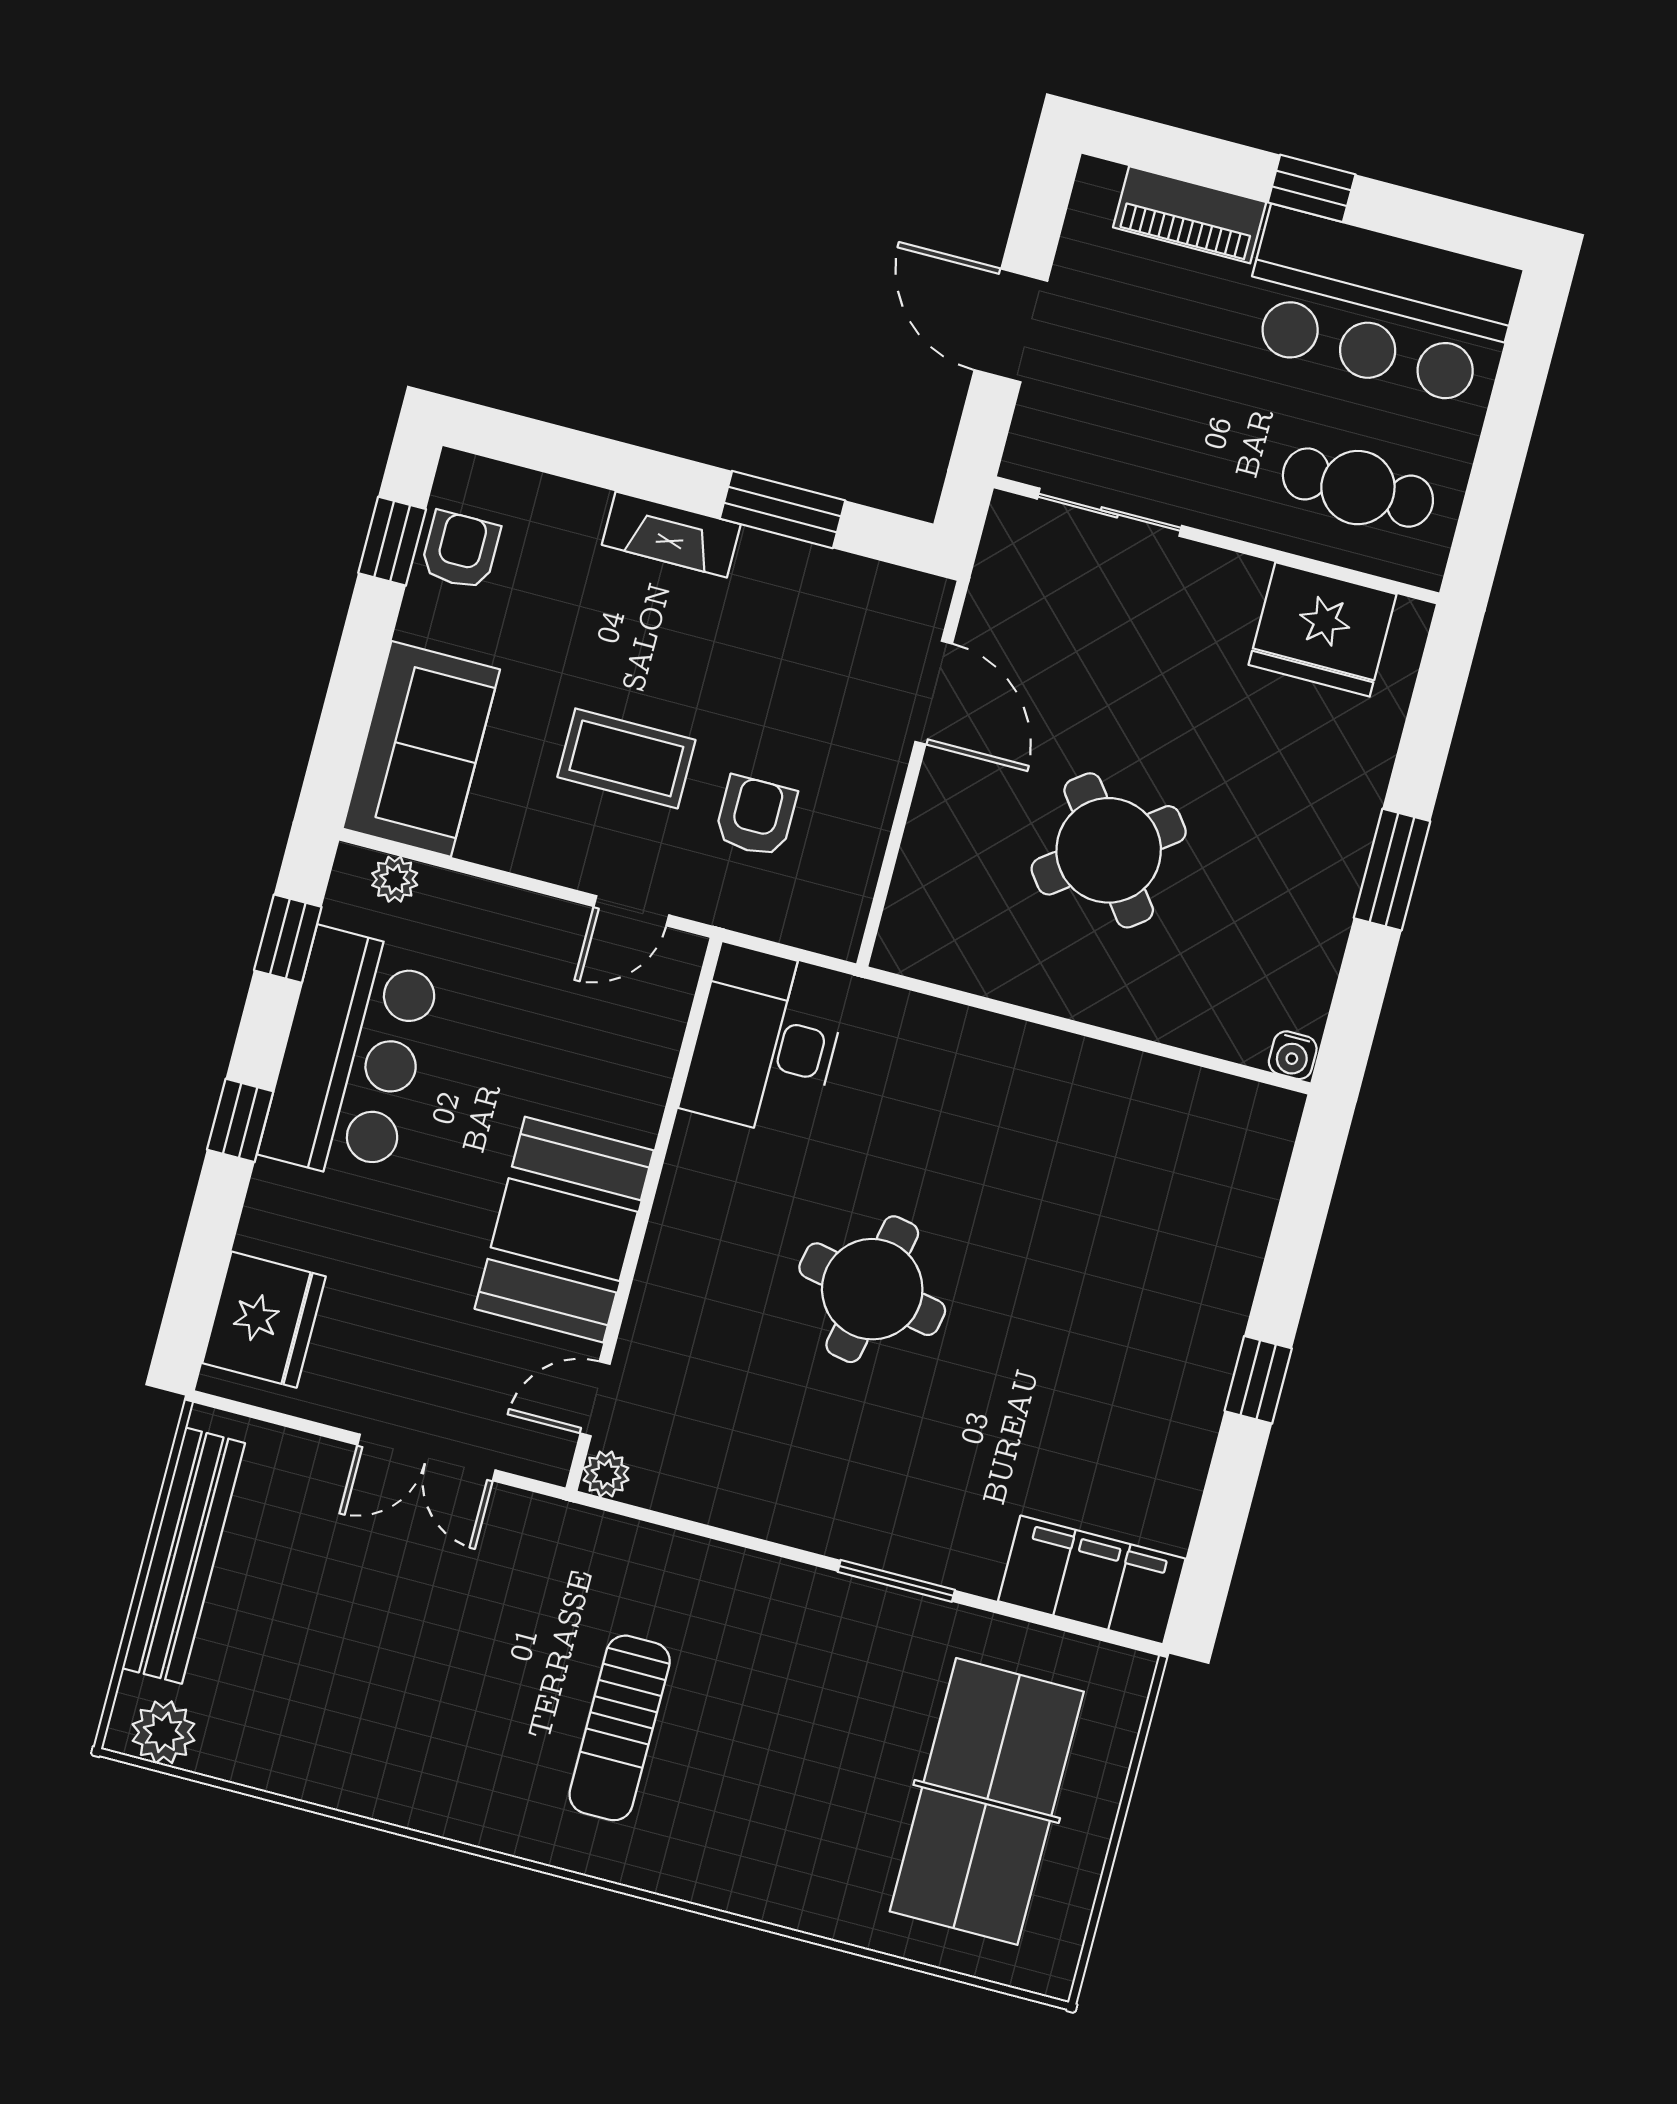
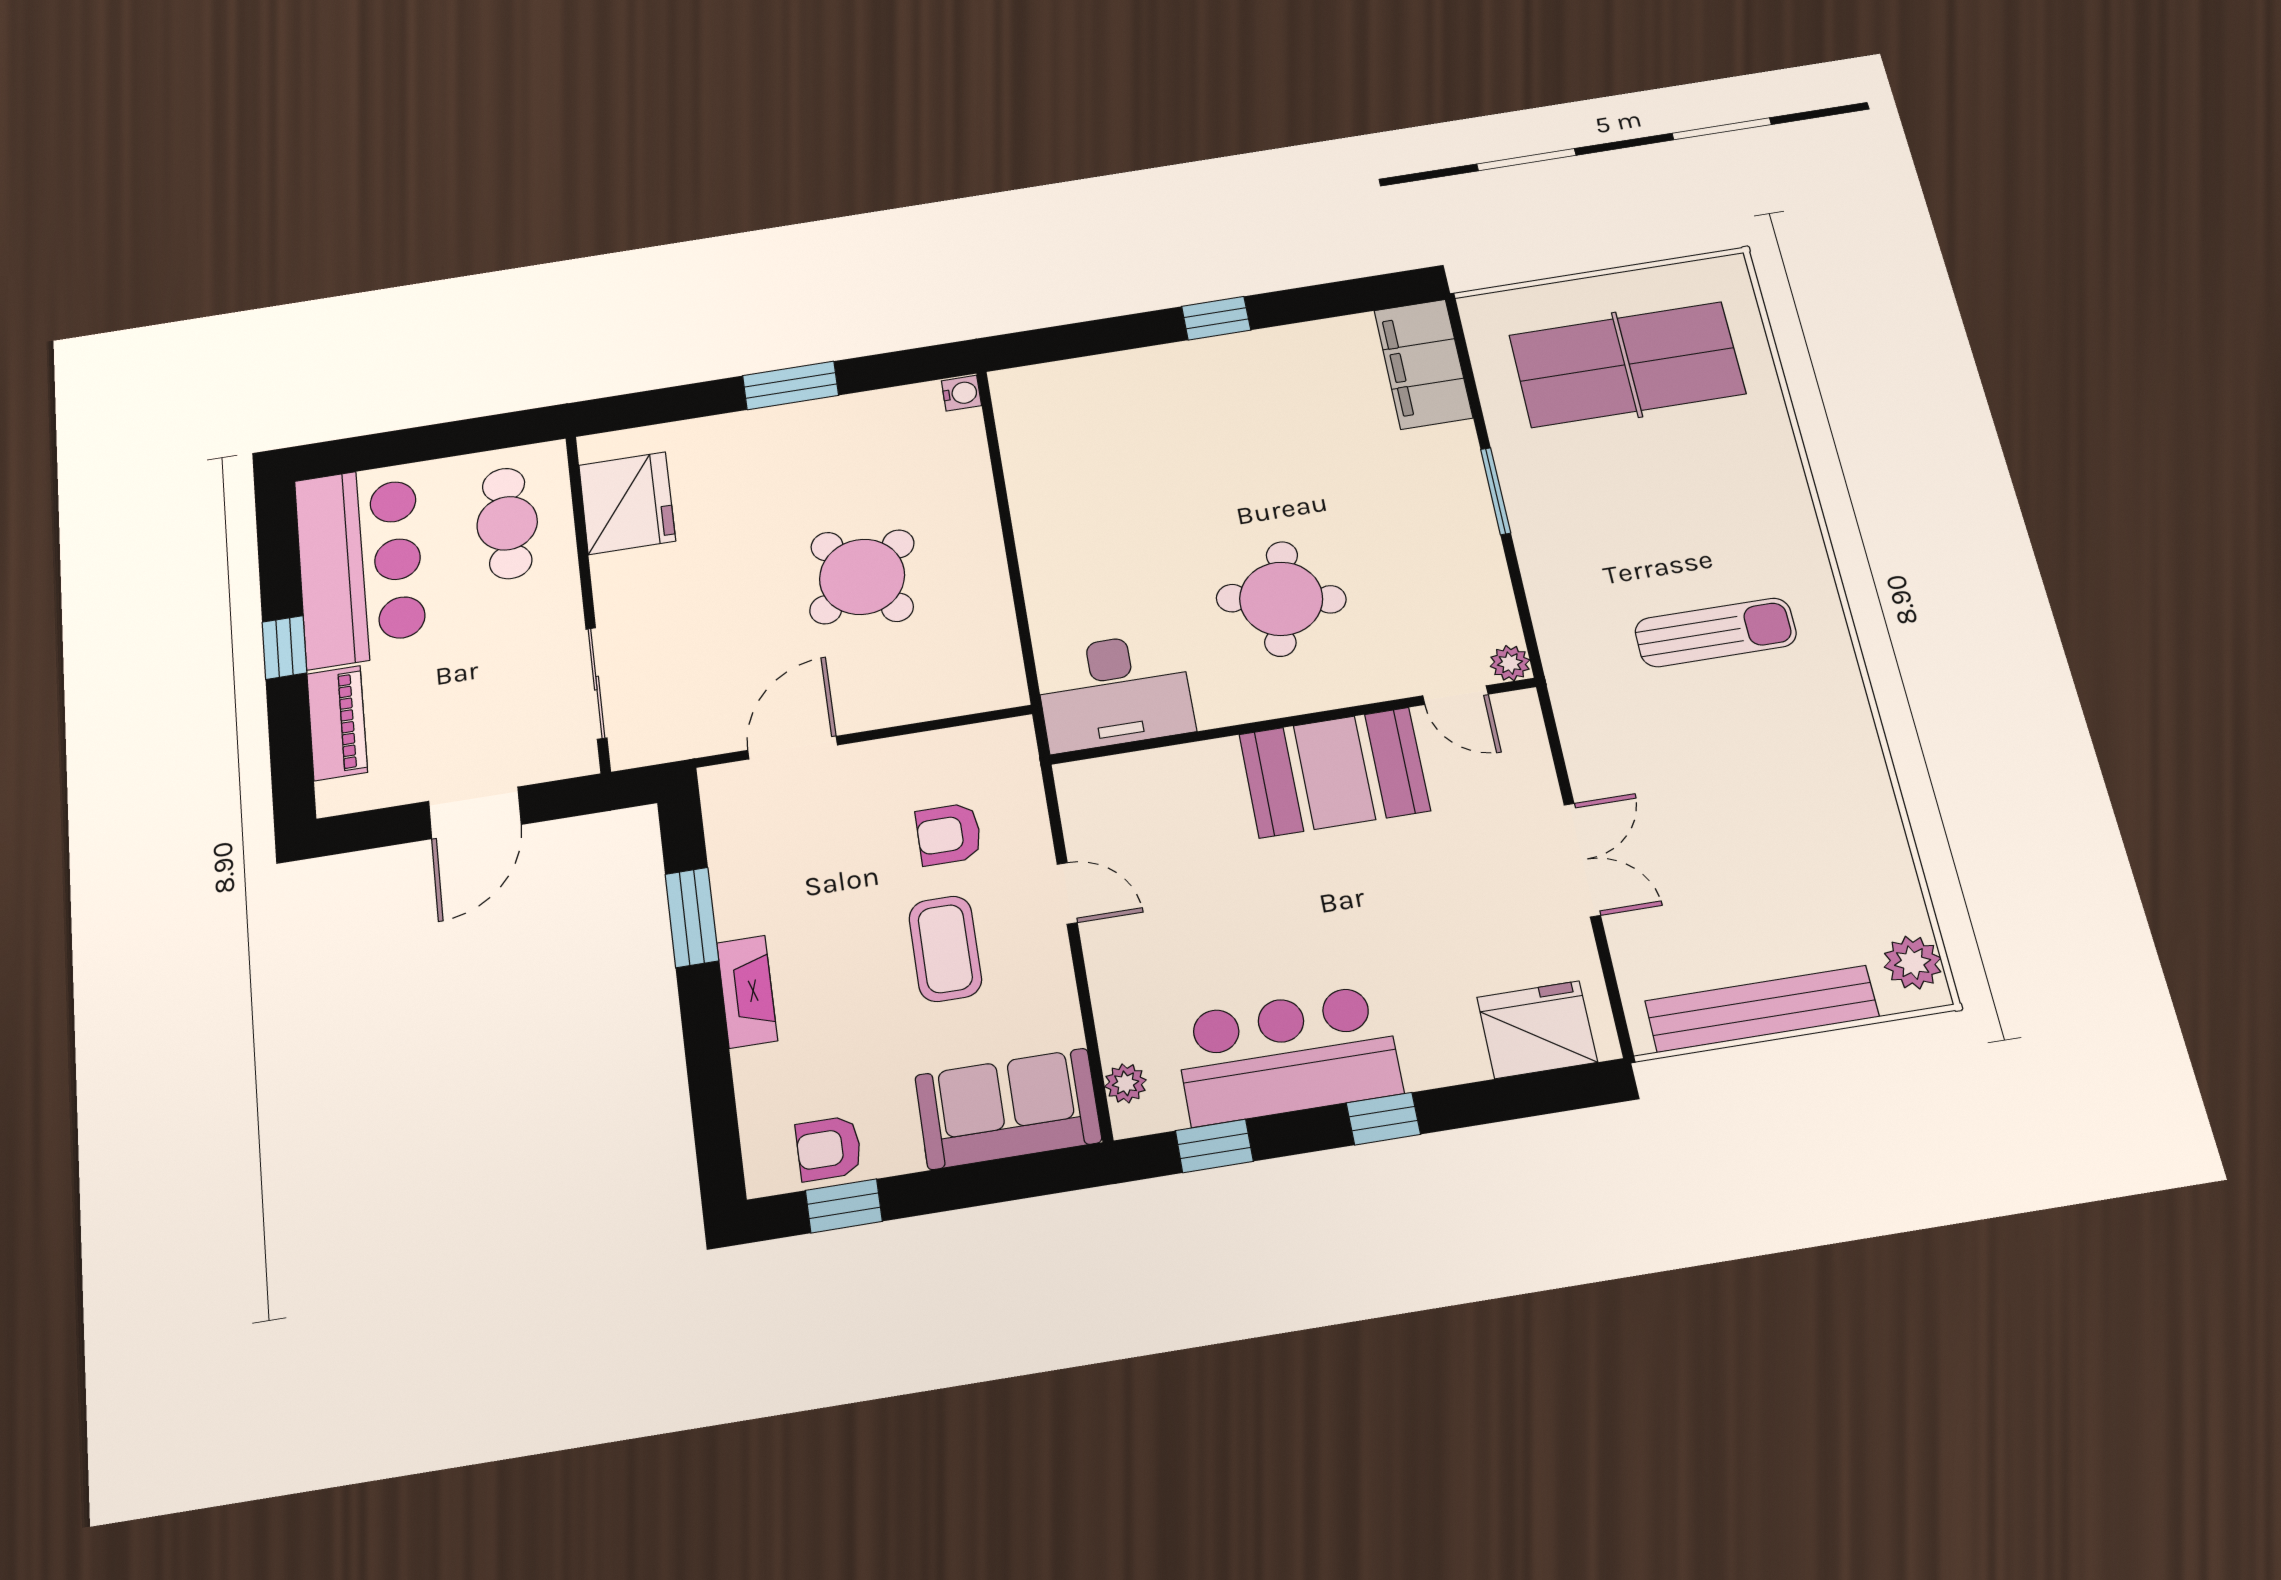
desk: (765, 1042) -> (1114, 692), moved
wall: (644, 1214) -> (1293, 721), moved
booth: (564, 1230) -> (1334, 772), moved
door: (595, 1399) -> (1456, 695), moved
plant: (606, 1474) -> (1510, 663), moved

